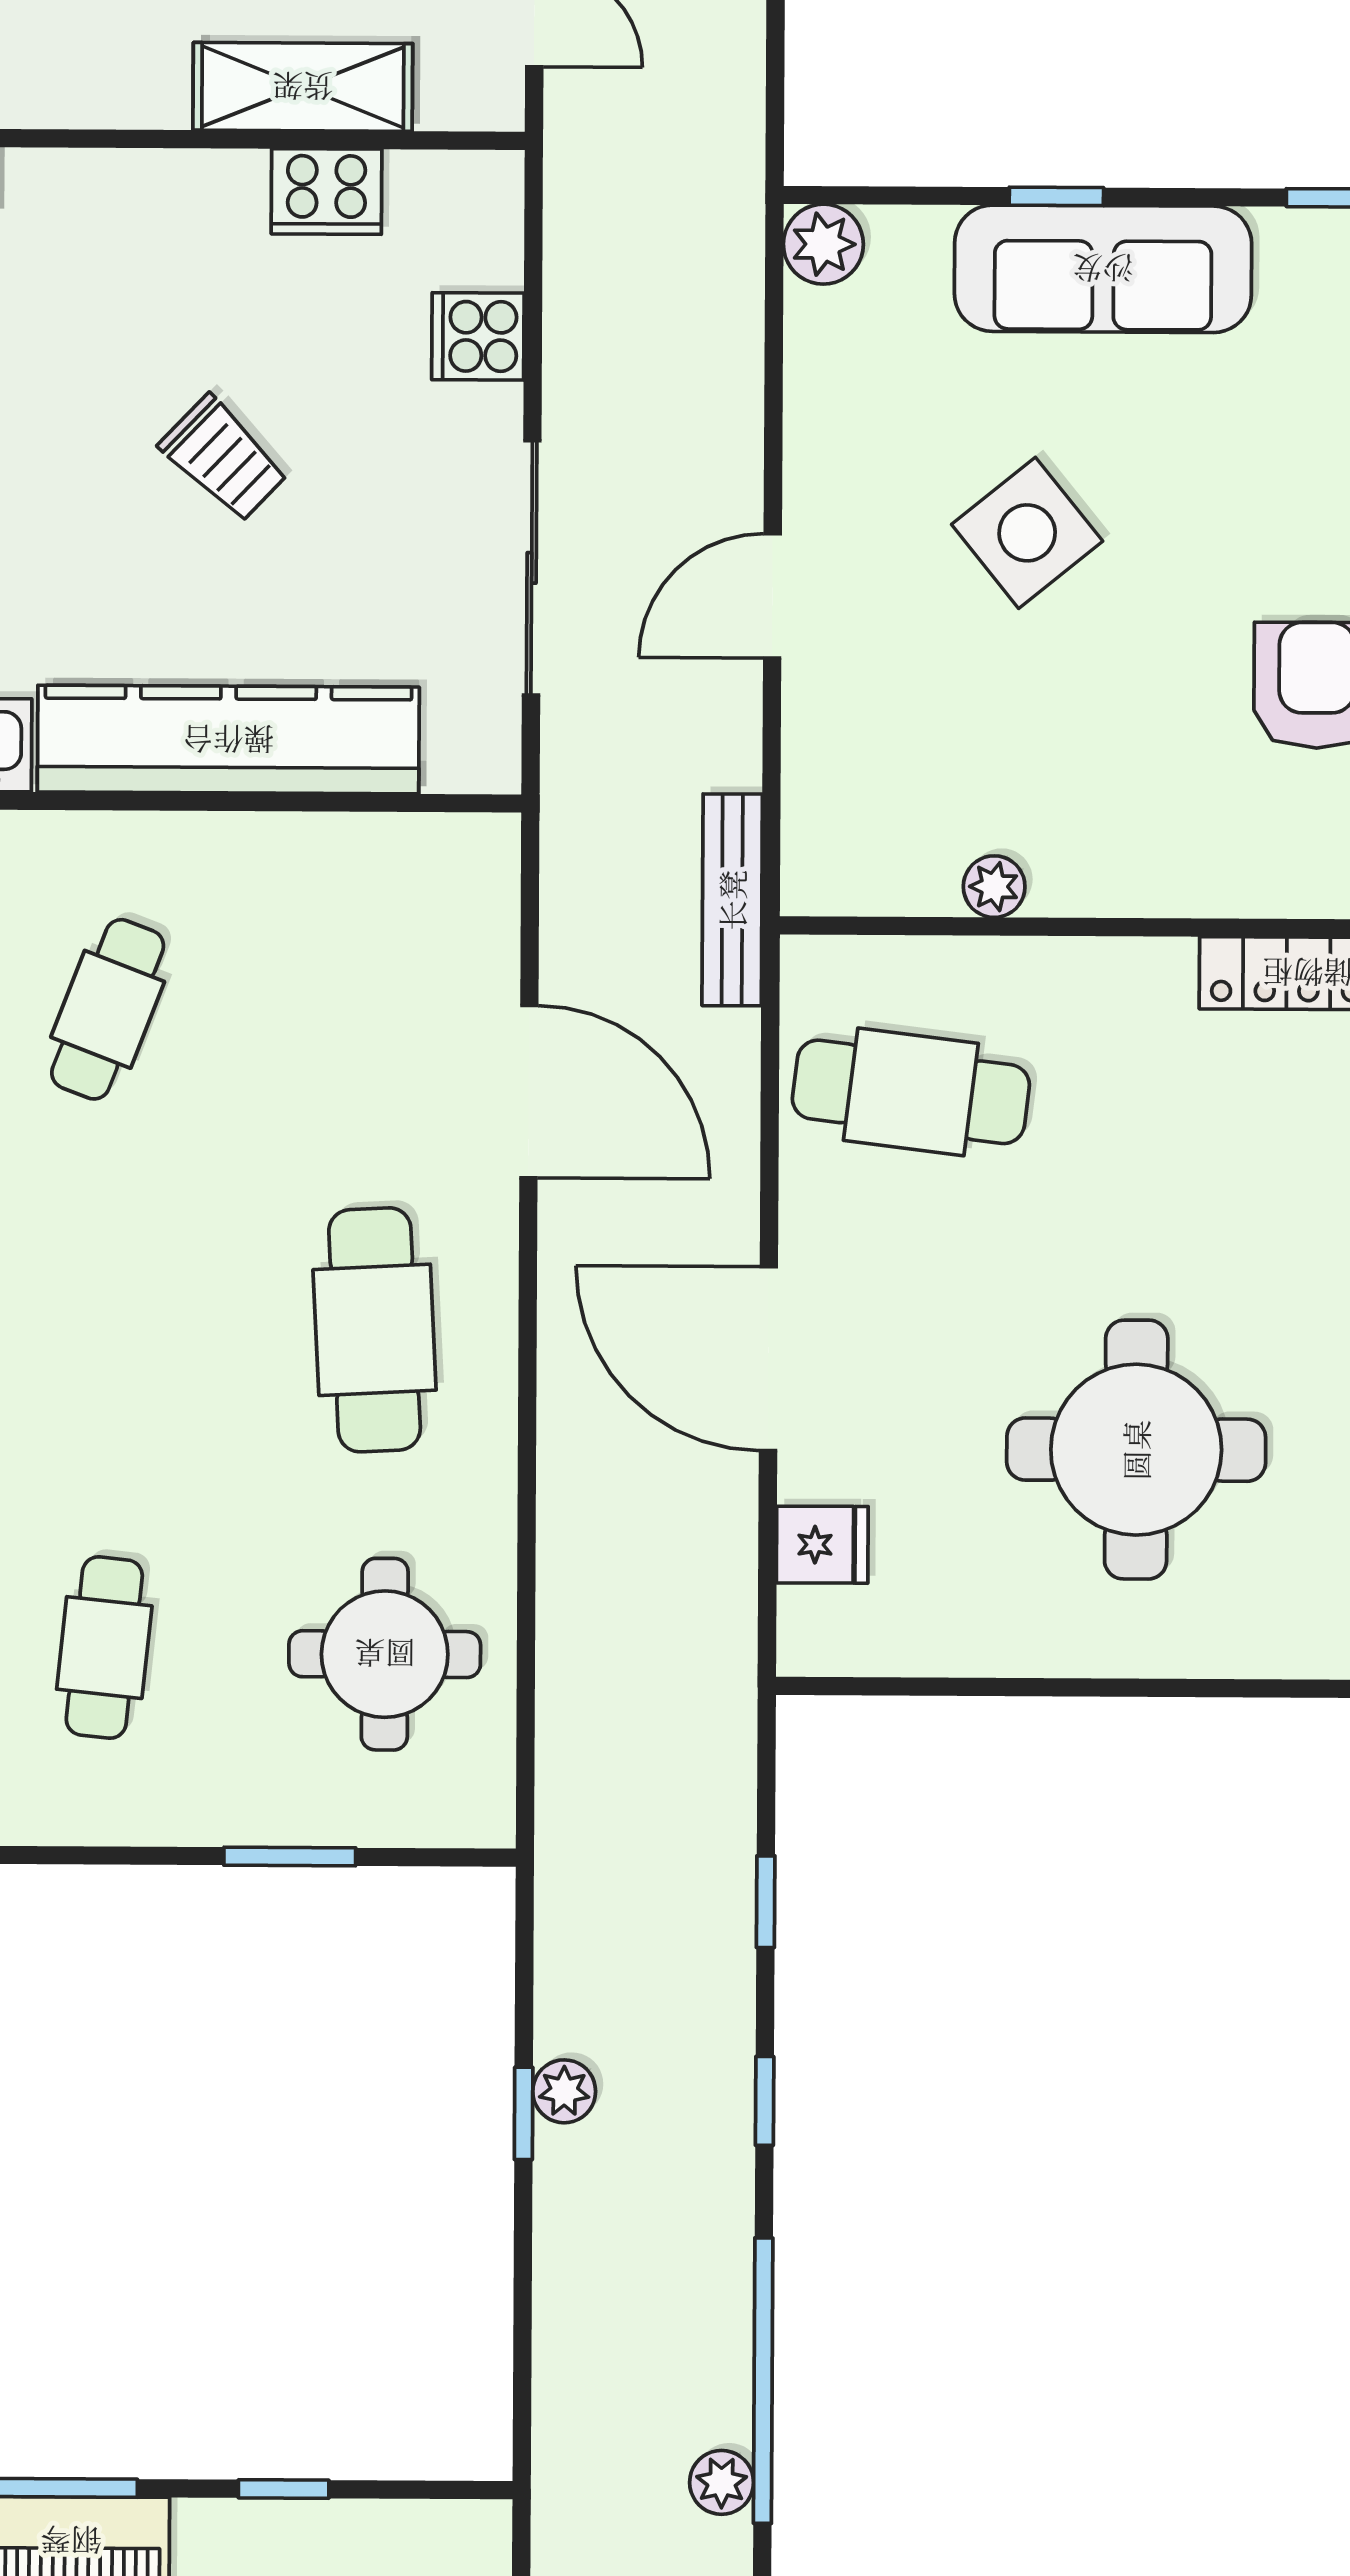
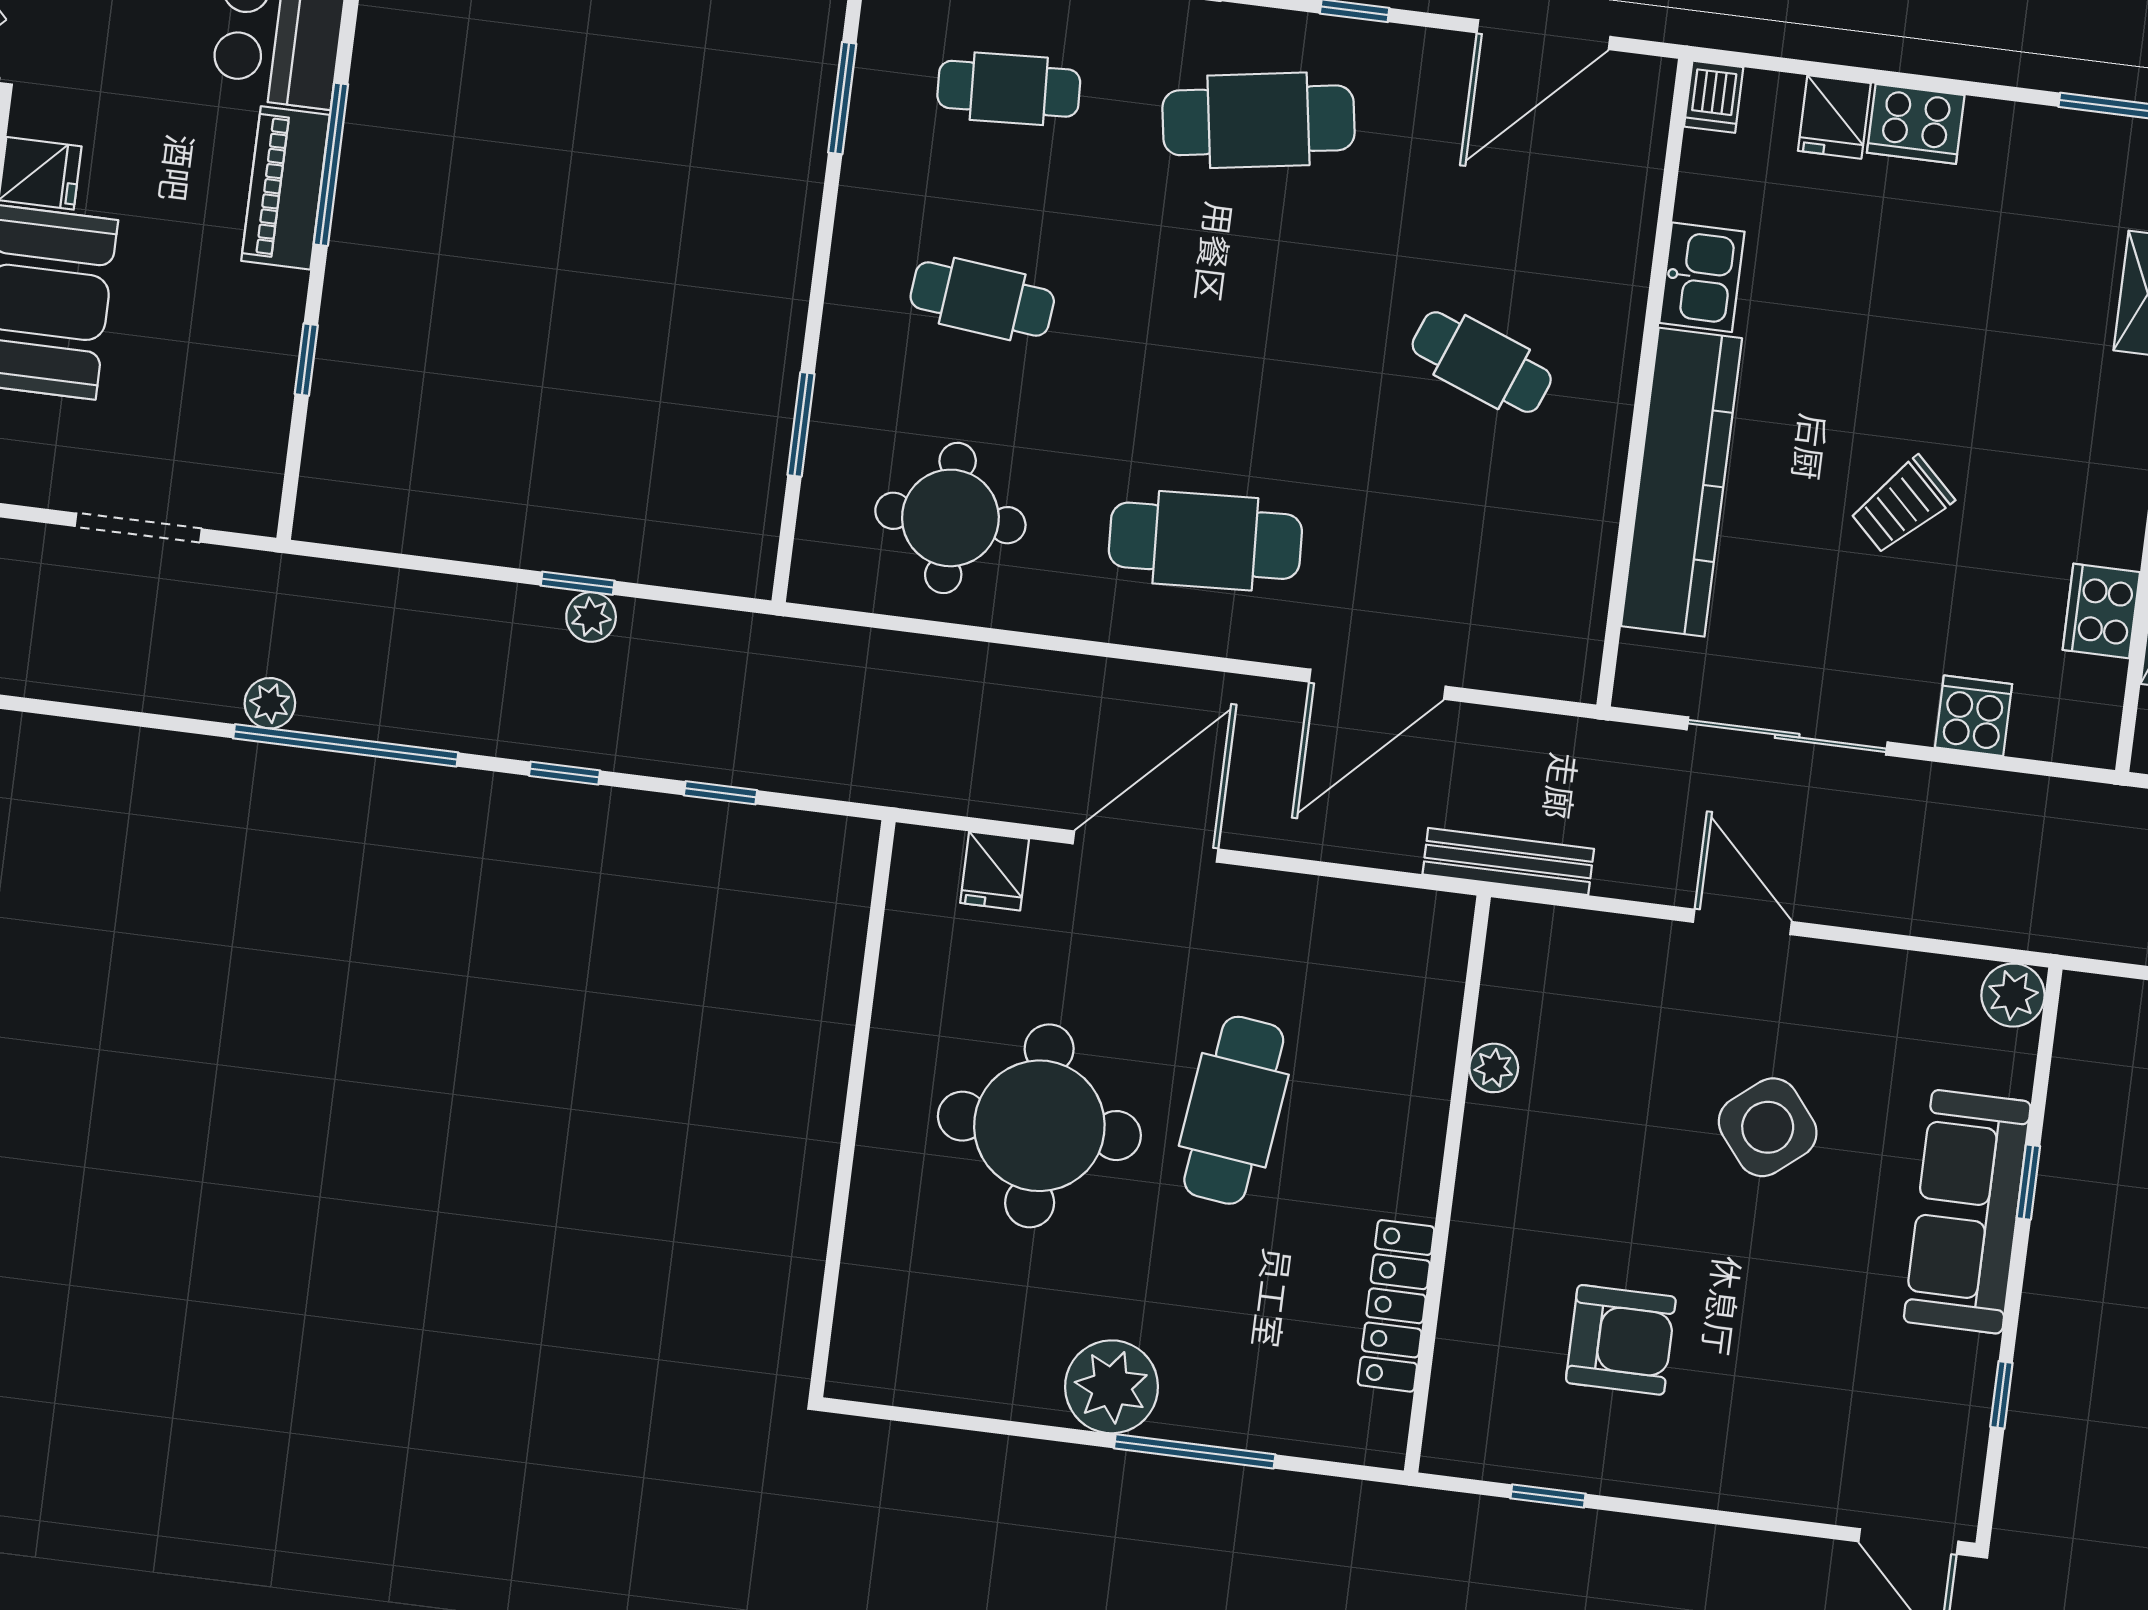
cafe table: (911, 1092) -> (1234, 1110), moved

